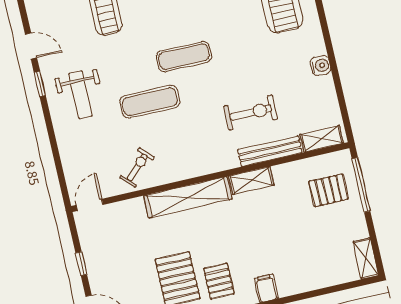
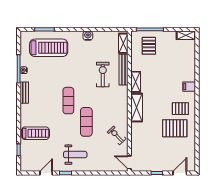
shelving: (188, 197) -> (137, 108), width x0.68

